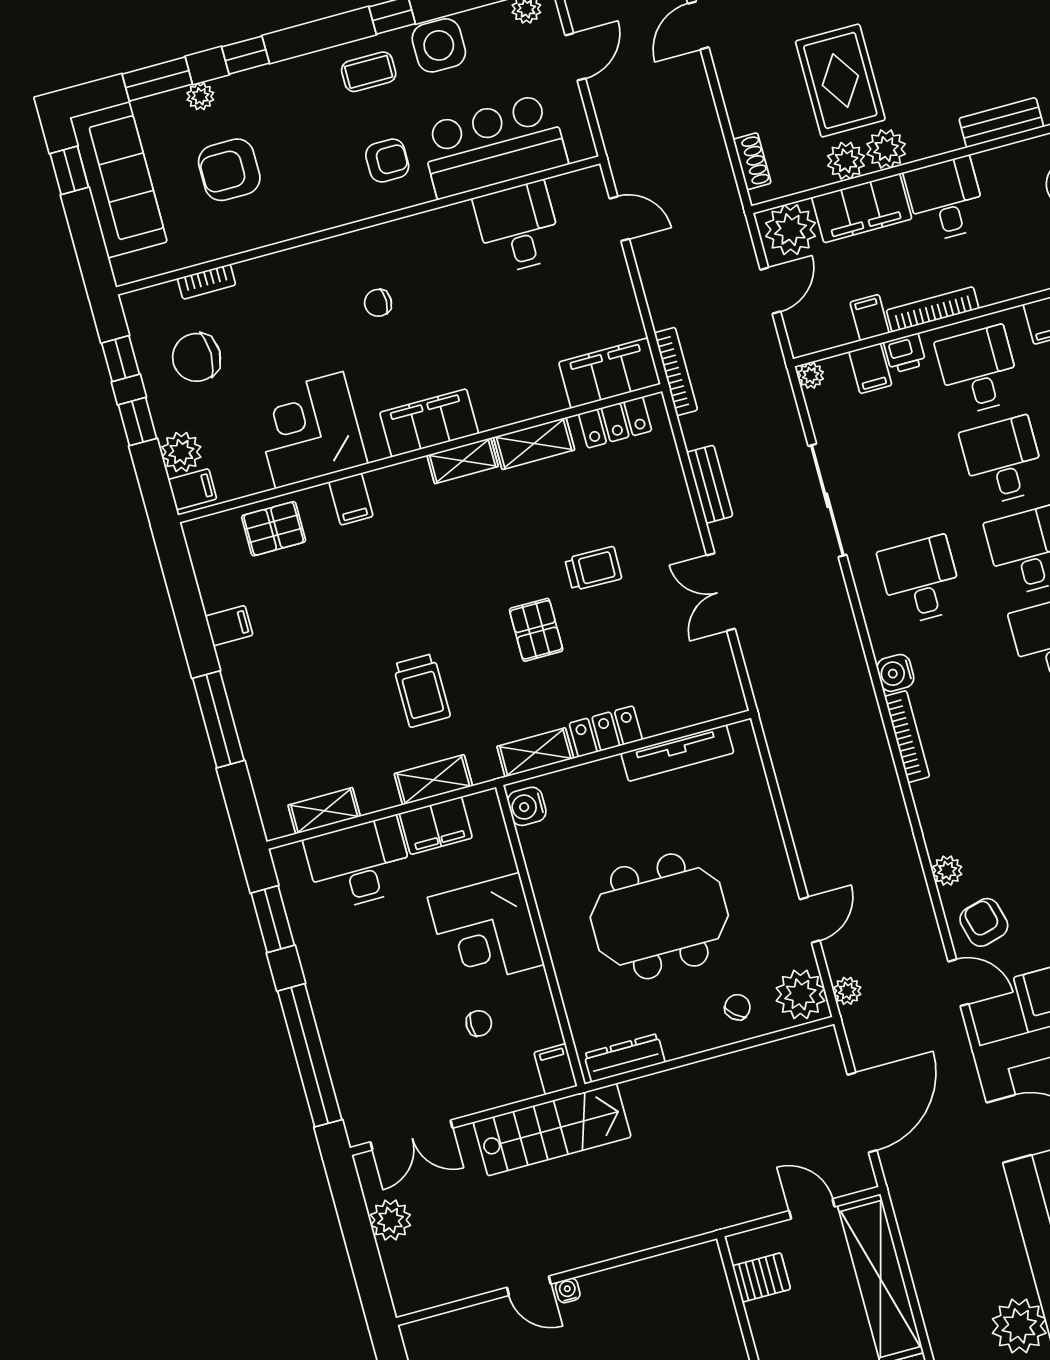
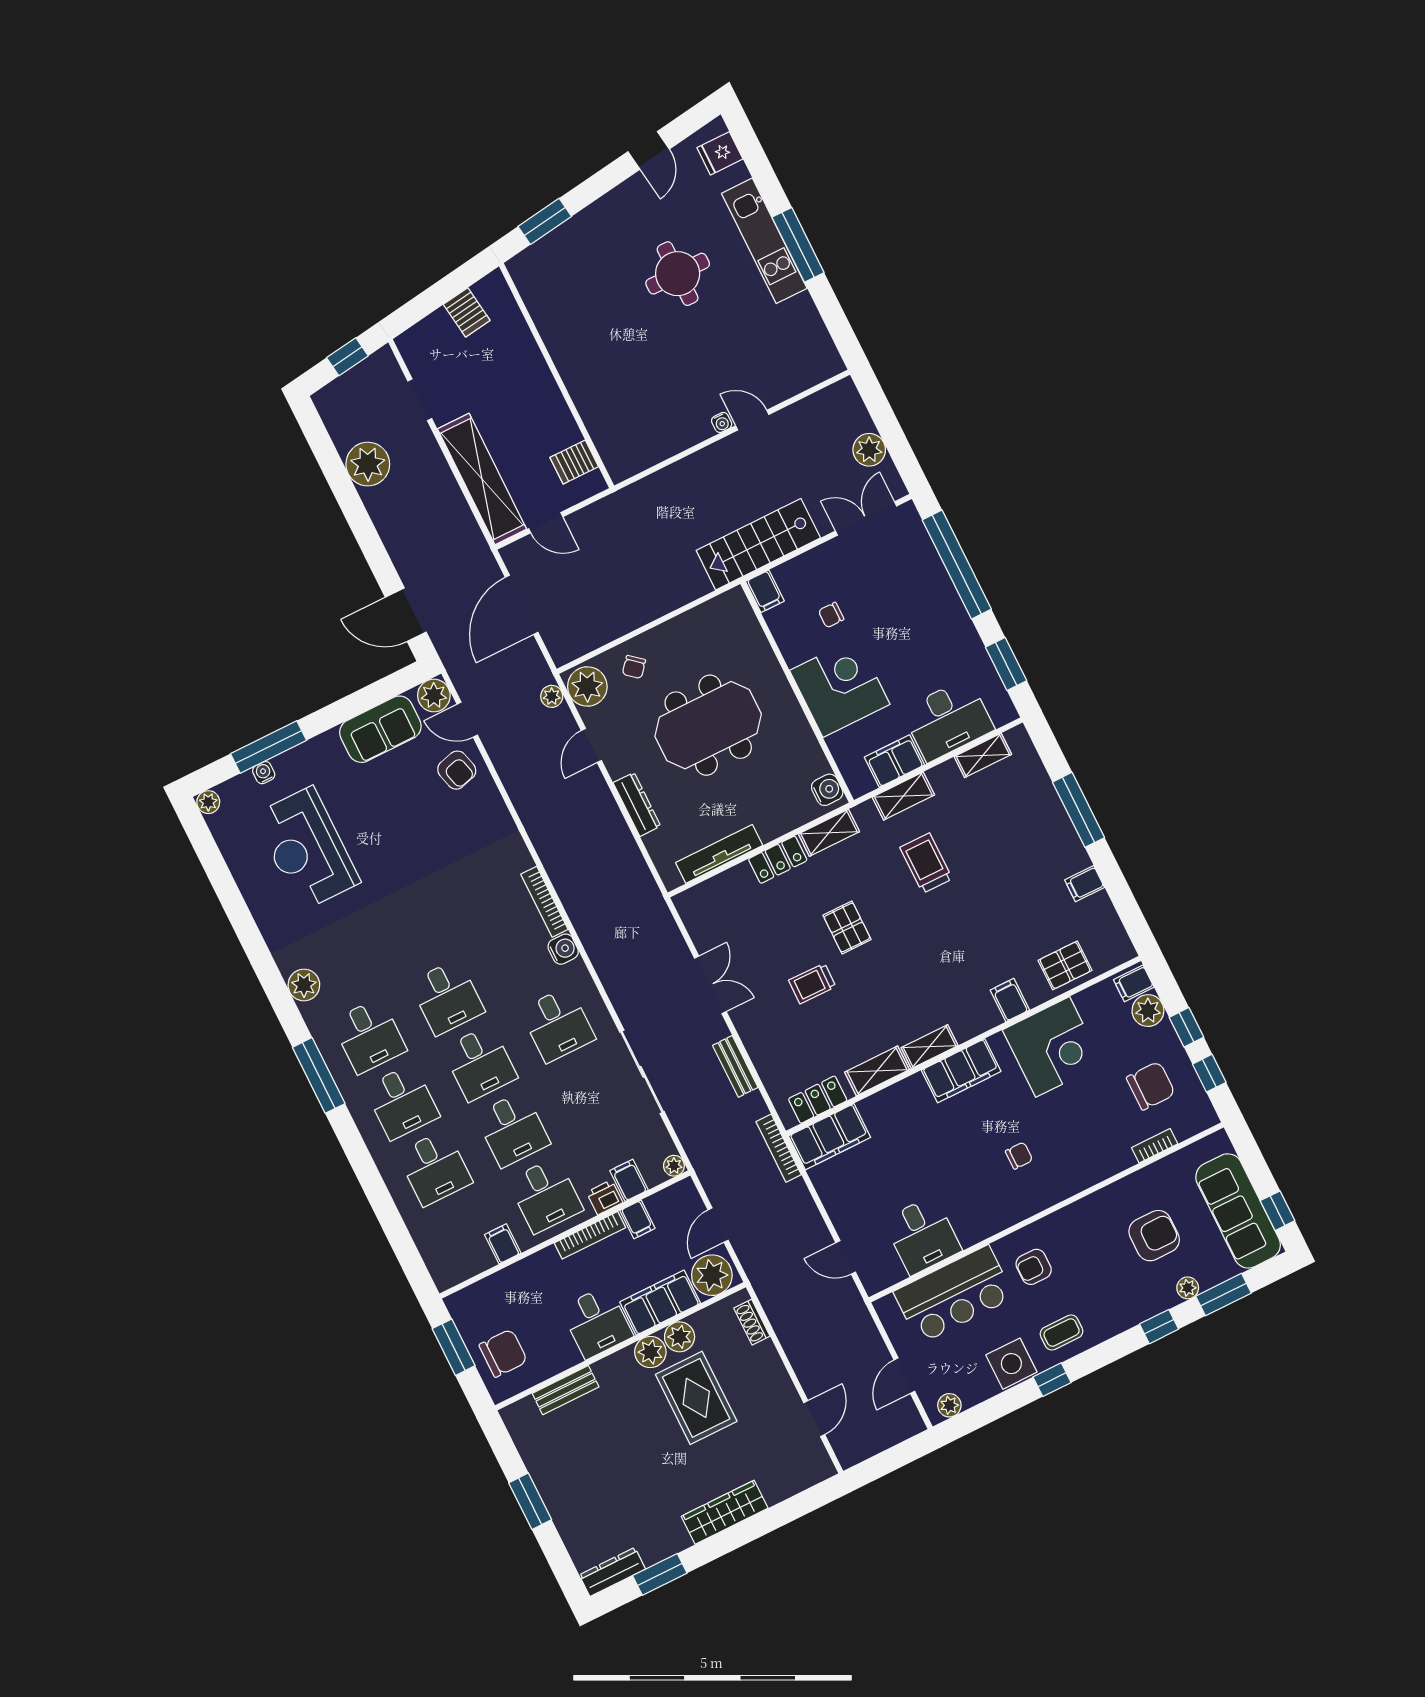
plant: (947, 871) -> (434, 695), moved, width x1.38, depth x1.38
dresser: (624, 1058) -> (637, 804), moved, turned -90

